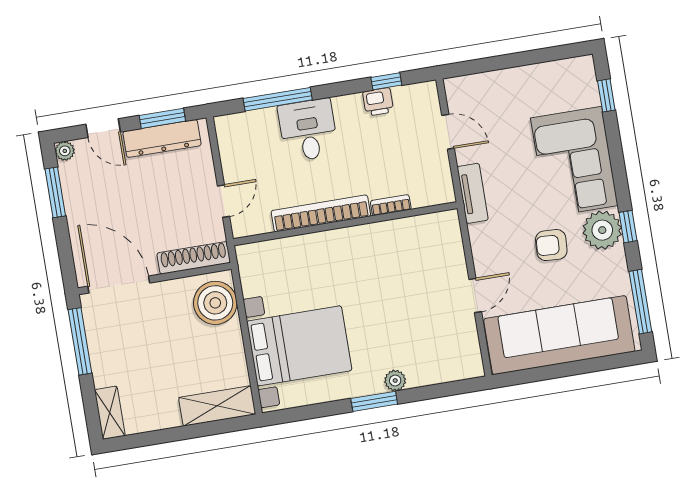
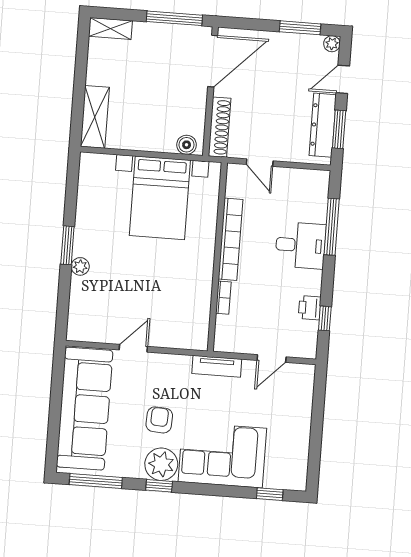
door: (475, 296) -> (133, 348), swing flipped
boiler: (215, 303) -> (187, 145), width x0.54, depth x0.54
bed with nightstands: (299, 346) -> (160, 198), moved

